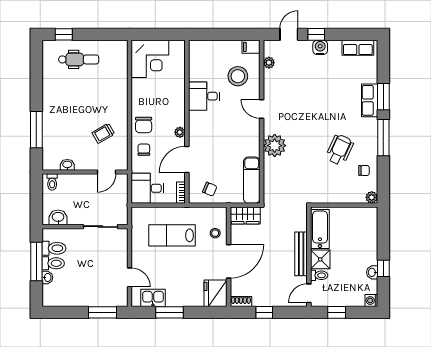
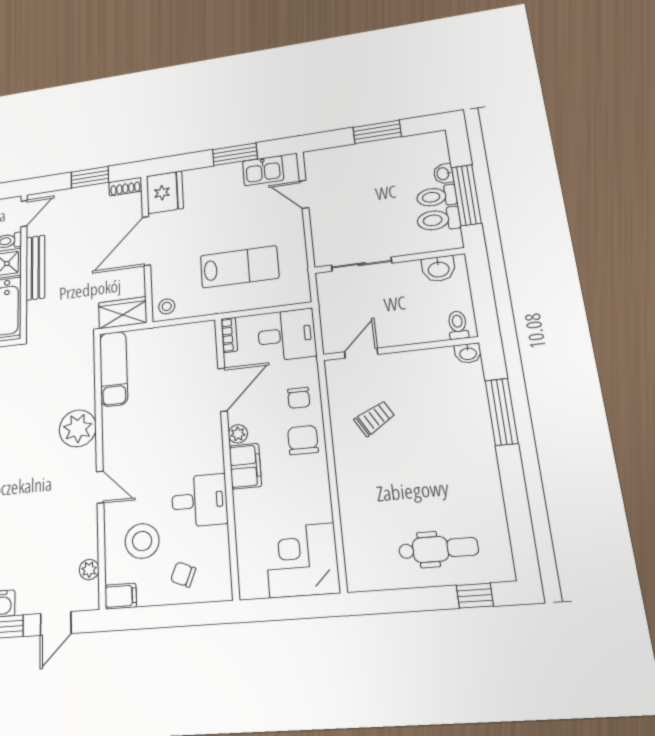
dental chair: (79, 59) -> (438, 549), turned 180
filing cabinet: (177, 113) -> (245, 466), added
washbasin: (67, 165) -> (468, 353), moved
chair: (210, 189) -> (183, 574), moved
stool: (215, 233) -> (167, 306), moved
window: (103, 312) -> (377, 132), moved
window: (264, 312) -> (90, 177), width x1.50

